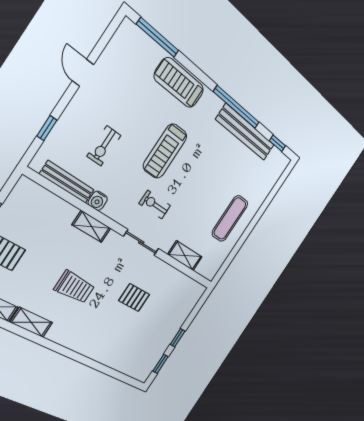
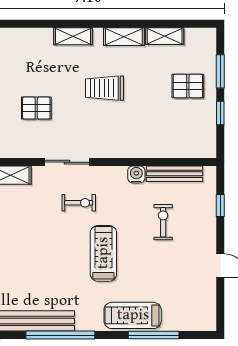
window: (158, 38) -> (154, 335), moved
treadmill: (179, 83) -> (133, 315), turned 180
shelving: (91, 226) -> (73, 36), moved

